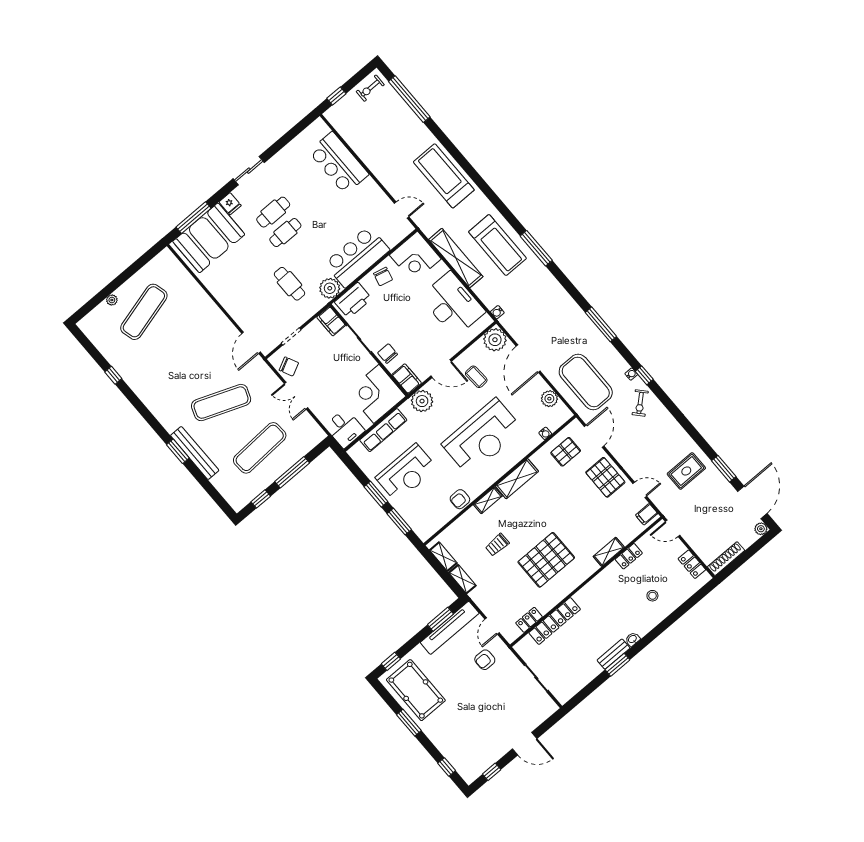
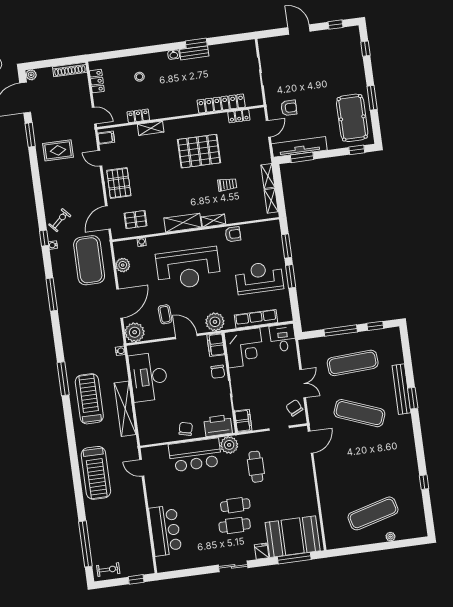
corner desk: (415, 257) -> (154, 428), removed
reception desk: (482, 437) -> (188, 268), turned 180

